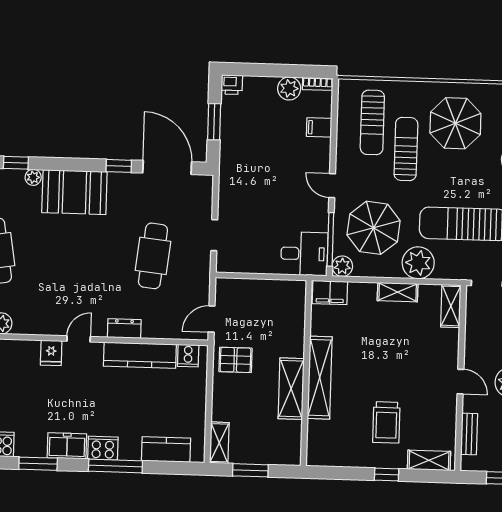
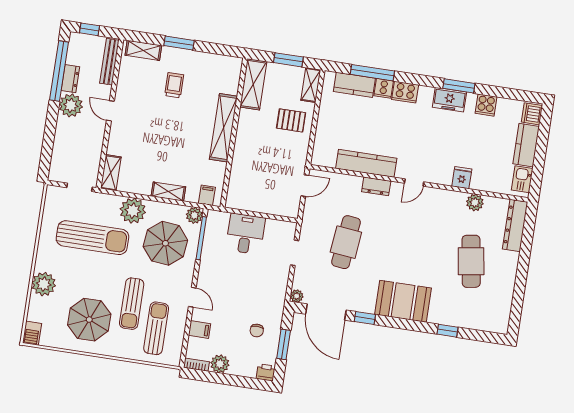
chair: (249, 135) -> (257, 331), added
plant: (33, 177) -> (297, 296), moved
door: (332, 186) -> (192, 297), moved
desk: (304, 254) -> (245, 234), moved, turned 90
shelving: (398, 292) -> (168, 192), moved
filing cabinet: (330, 293) -> (207, 195), width x0.50
fridge: (51, 353) -> (462, 178), moved
cooker: (188, 356) -> (384, 88), moved, turned 180
pallet: (235, 360) -> (291, 120), moved
shelving: (291, 389) -> (253, 84), moved
trolley: (386, 422) -> (174, 85), width x0.73, depth x0.72
bench: (469, 434) -> (109, 62), width x1.36
freezer: (67, 446) -> (449, 100), moved
window: (115, 466) -> (372, 73), moved
window: (387, 475) -> (179, 43), width x1.50

